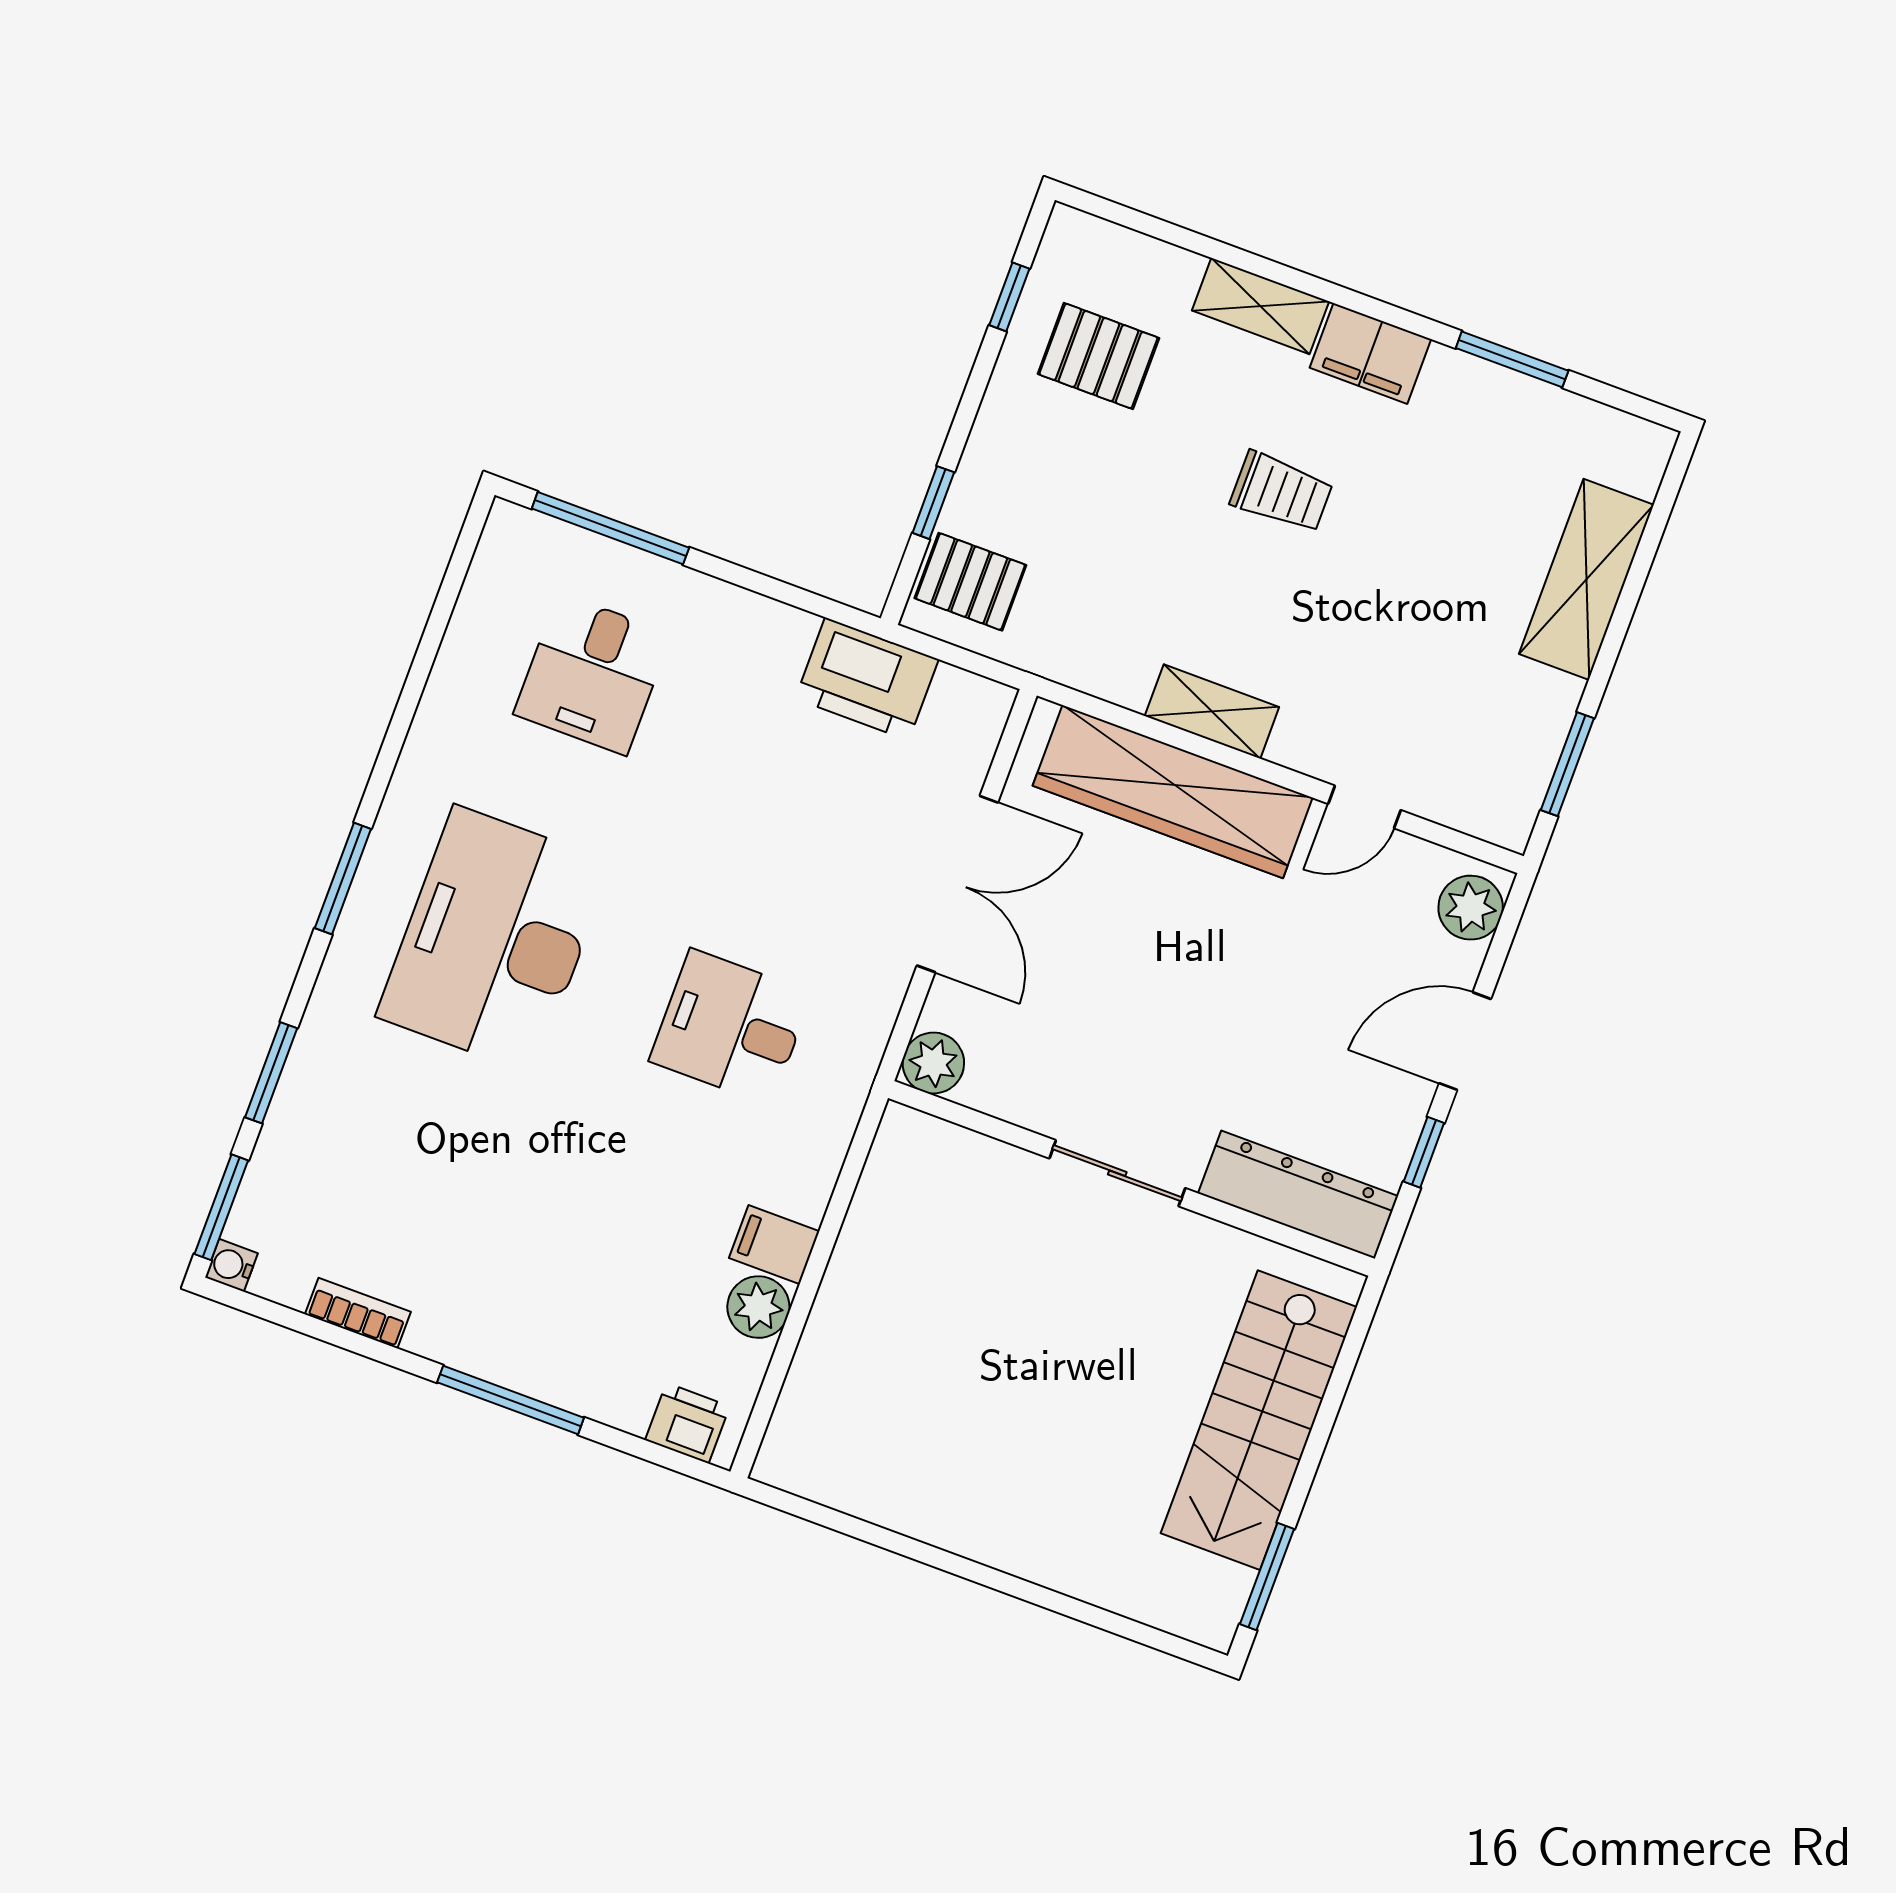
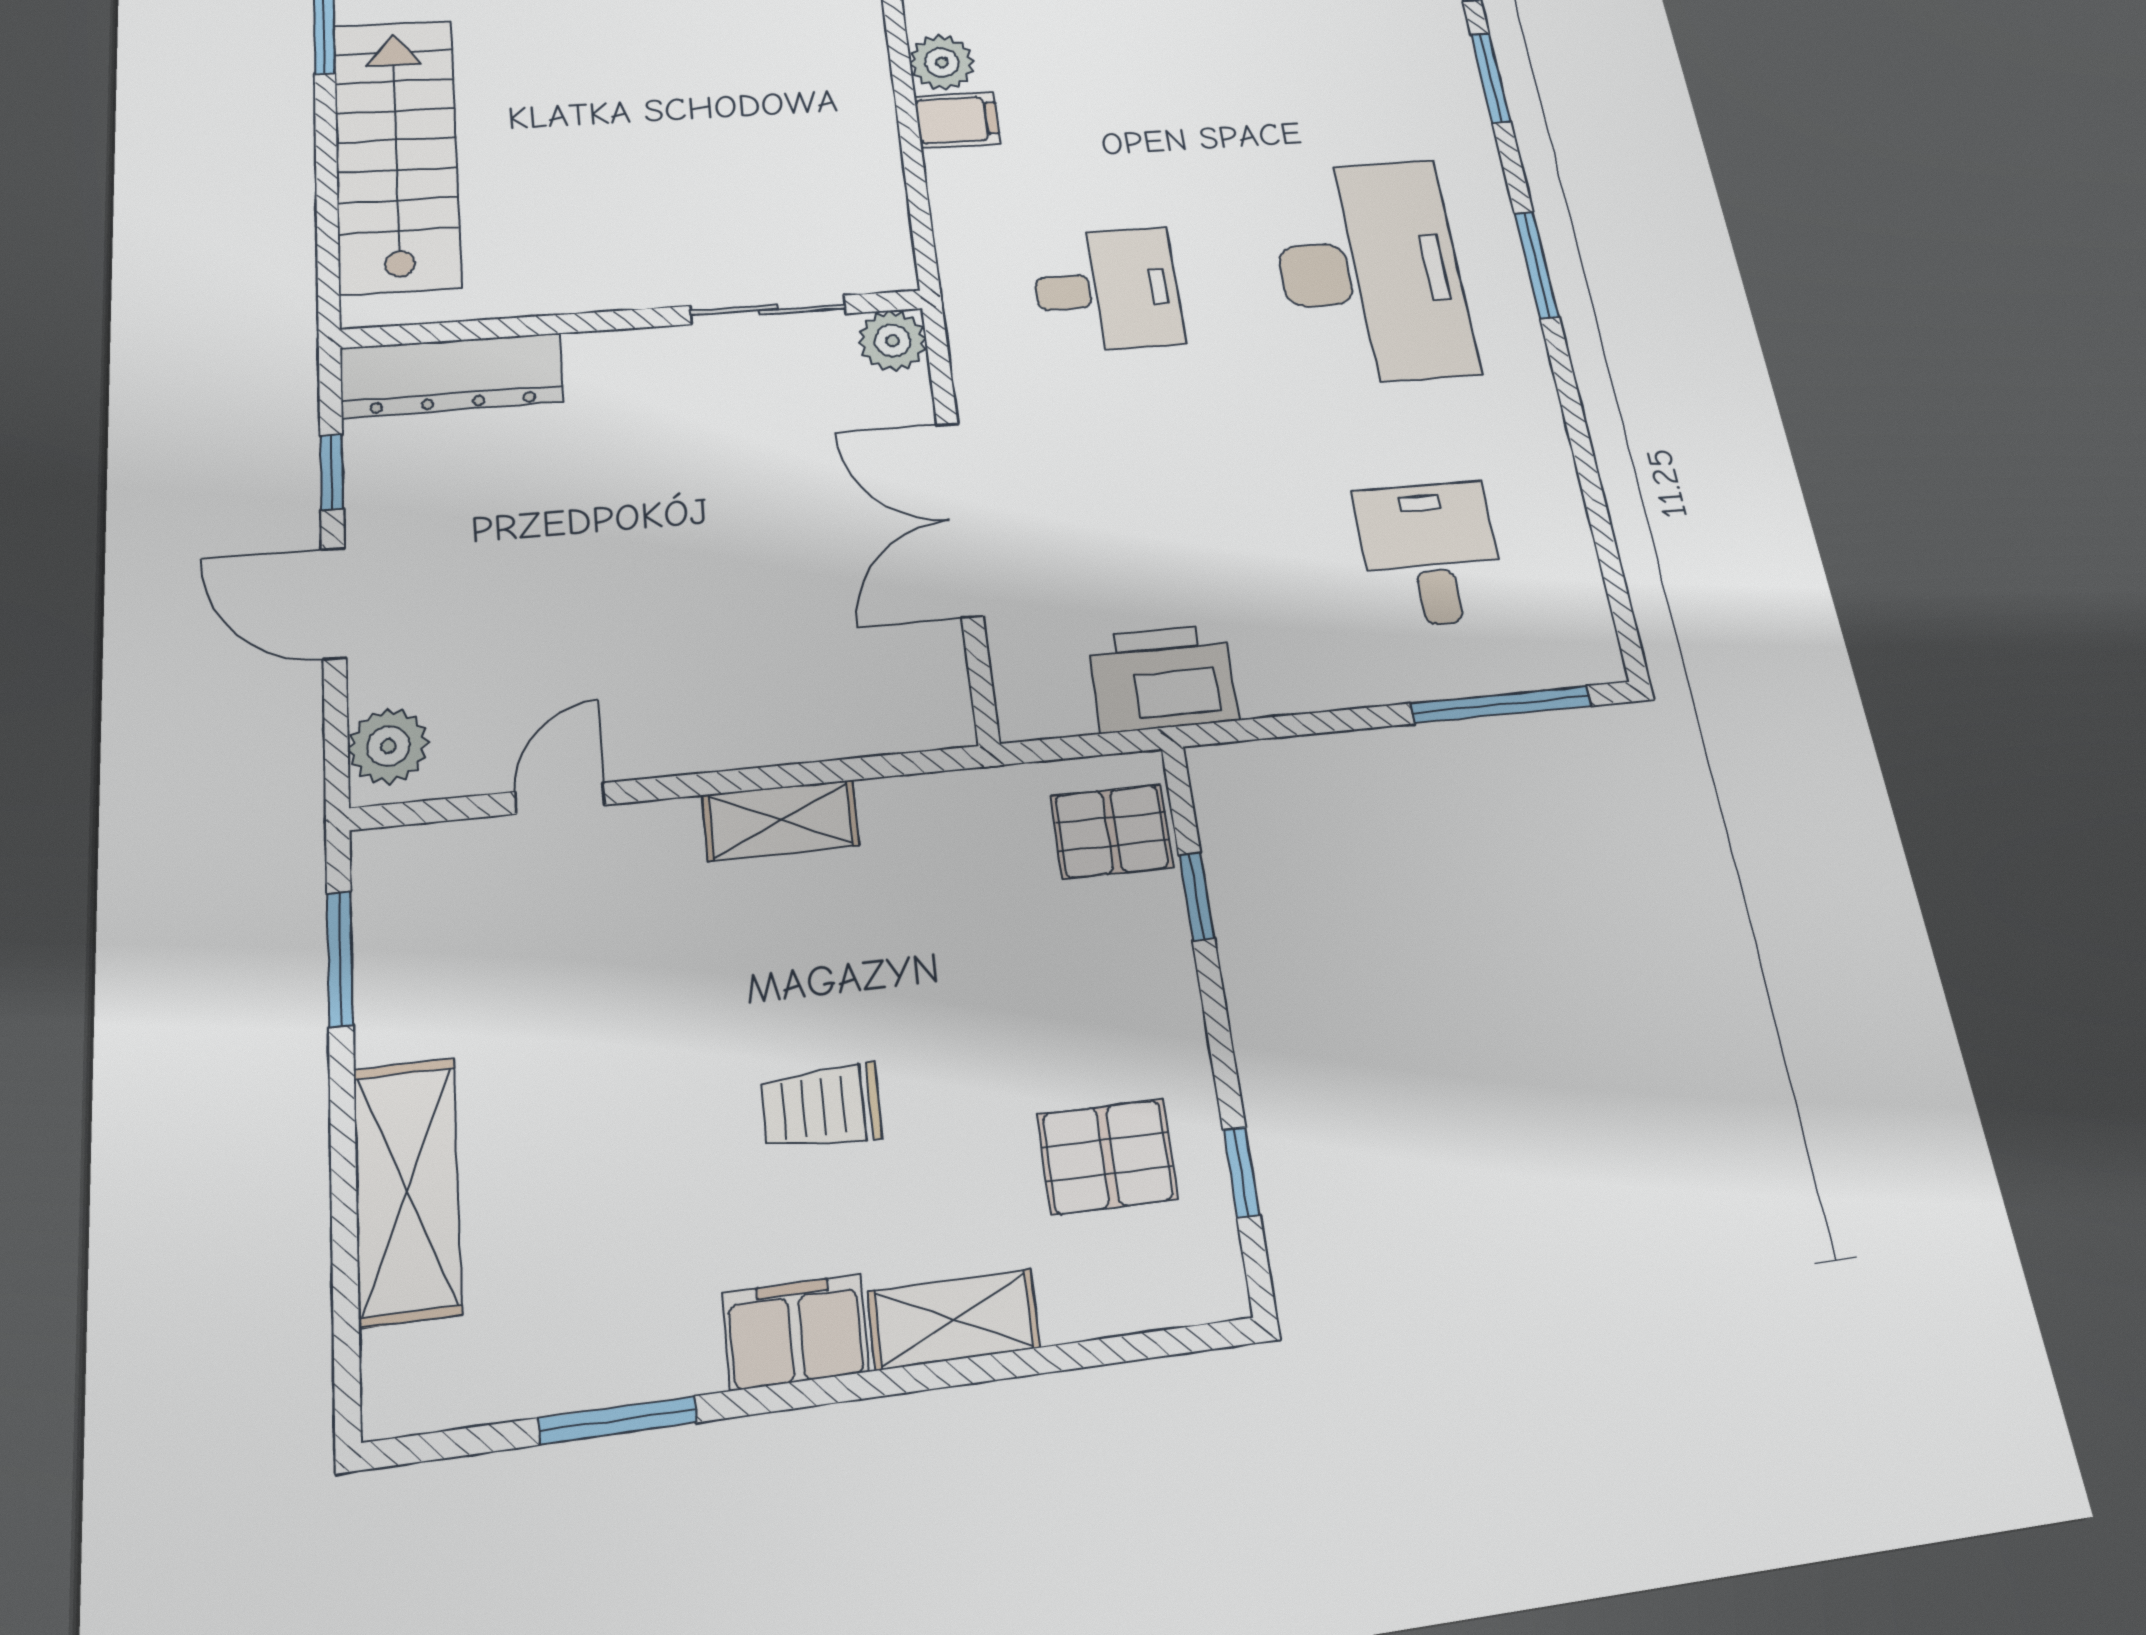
wardrobe: (1173, 792) -> (782, 715), removed
door: (1465, 1041) -> (334, 603), swing flipped
sliding door: (1117, 1173) -> (768, 310), moved

